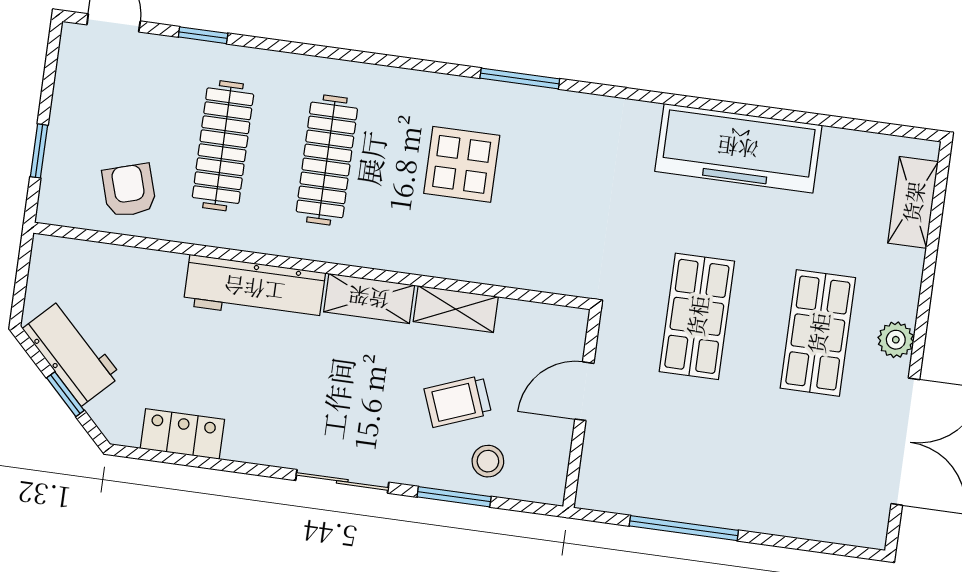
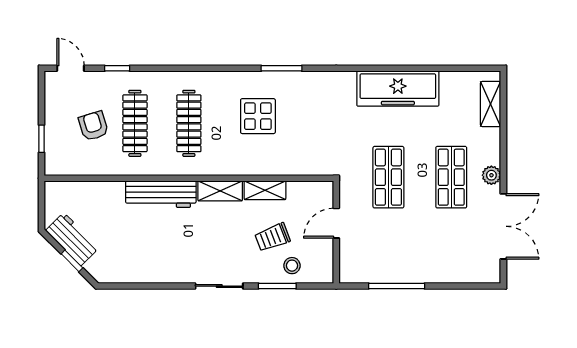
armchair: (129, 190) -> (93, 126), moved
locker: (182, 434) -> (134, 273), removed

